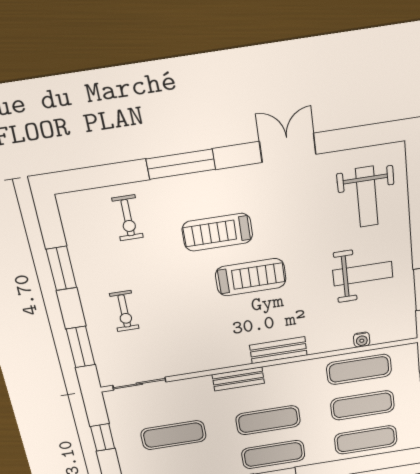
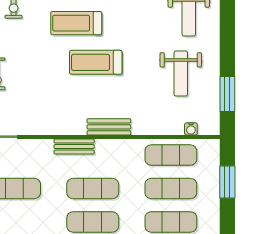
weight bench: (363, 274) -> (181, 74), turned 90
treadmill: (251, 277) -> (96, 62), turned 180
water cooler: (362, 340) -> (191, 129), moved

